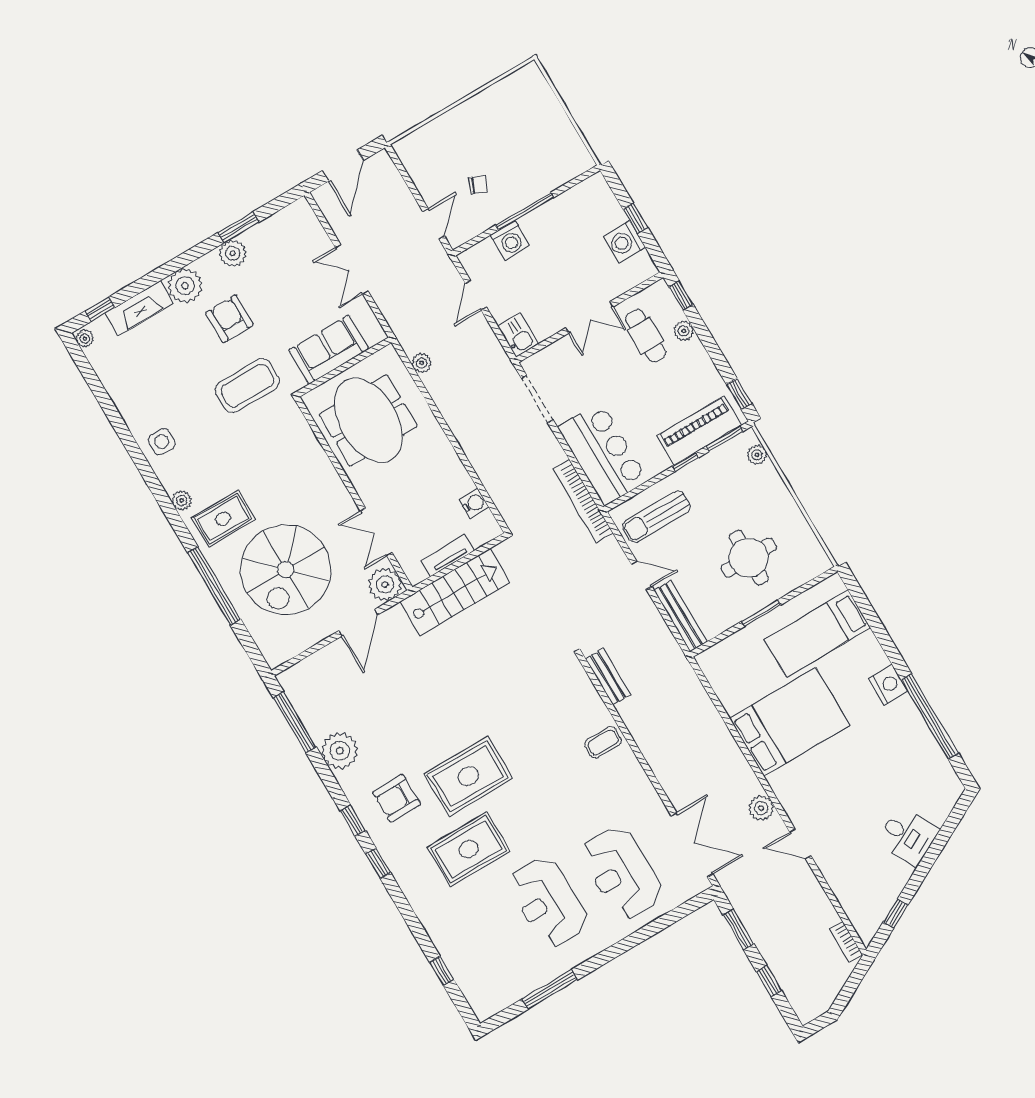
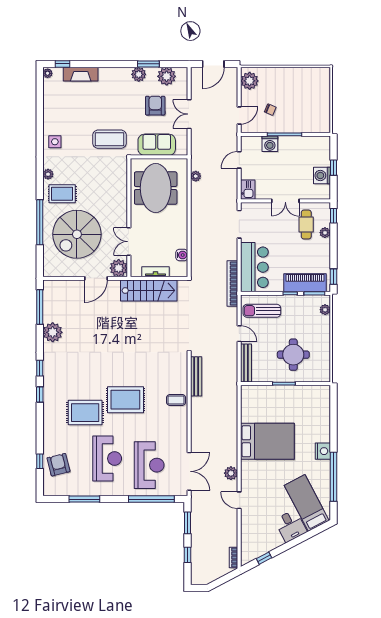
plant: (417, 158) -> (250, 81), added
plant: (185, 286) -> (167, 76), moved
armchair: (229, 319) -> (155, 106), moved
bed: (817, 634) -> (307, 503), moved, turned 62
bench: (608, 677) -> (196, 376), width x1.36
rug: (468, 776) -> (125, 400), moved
armchair: (397, 798) -> (58, 465), moved, turned 76
reception desk: (622, 873) -> (149, 465), turned 180
reception desk: (548, 902) -> (107, 459), turned 180
window: (658, 926) -> (151, 499), added

